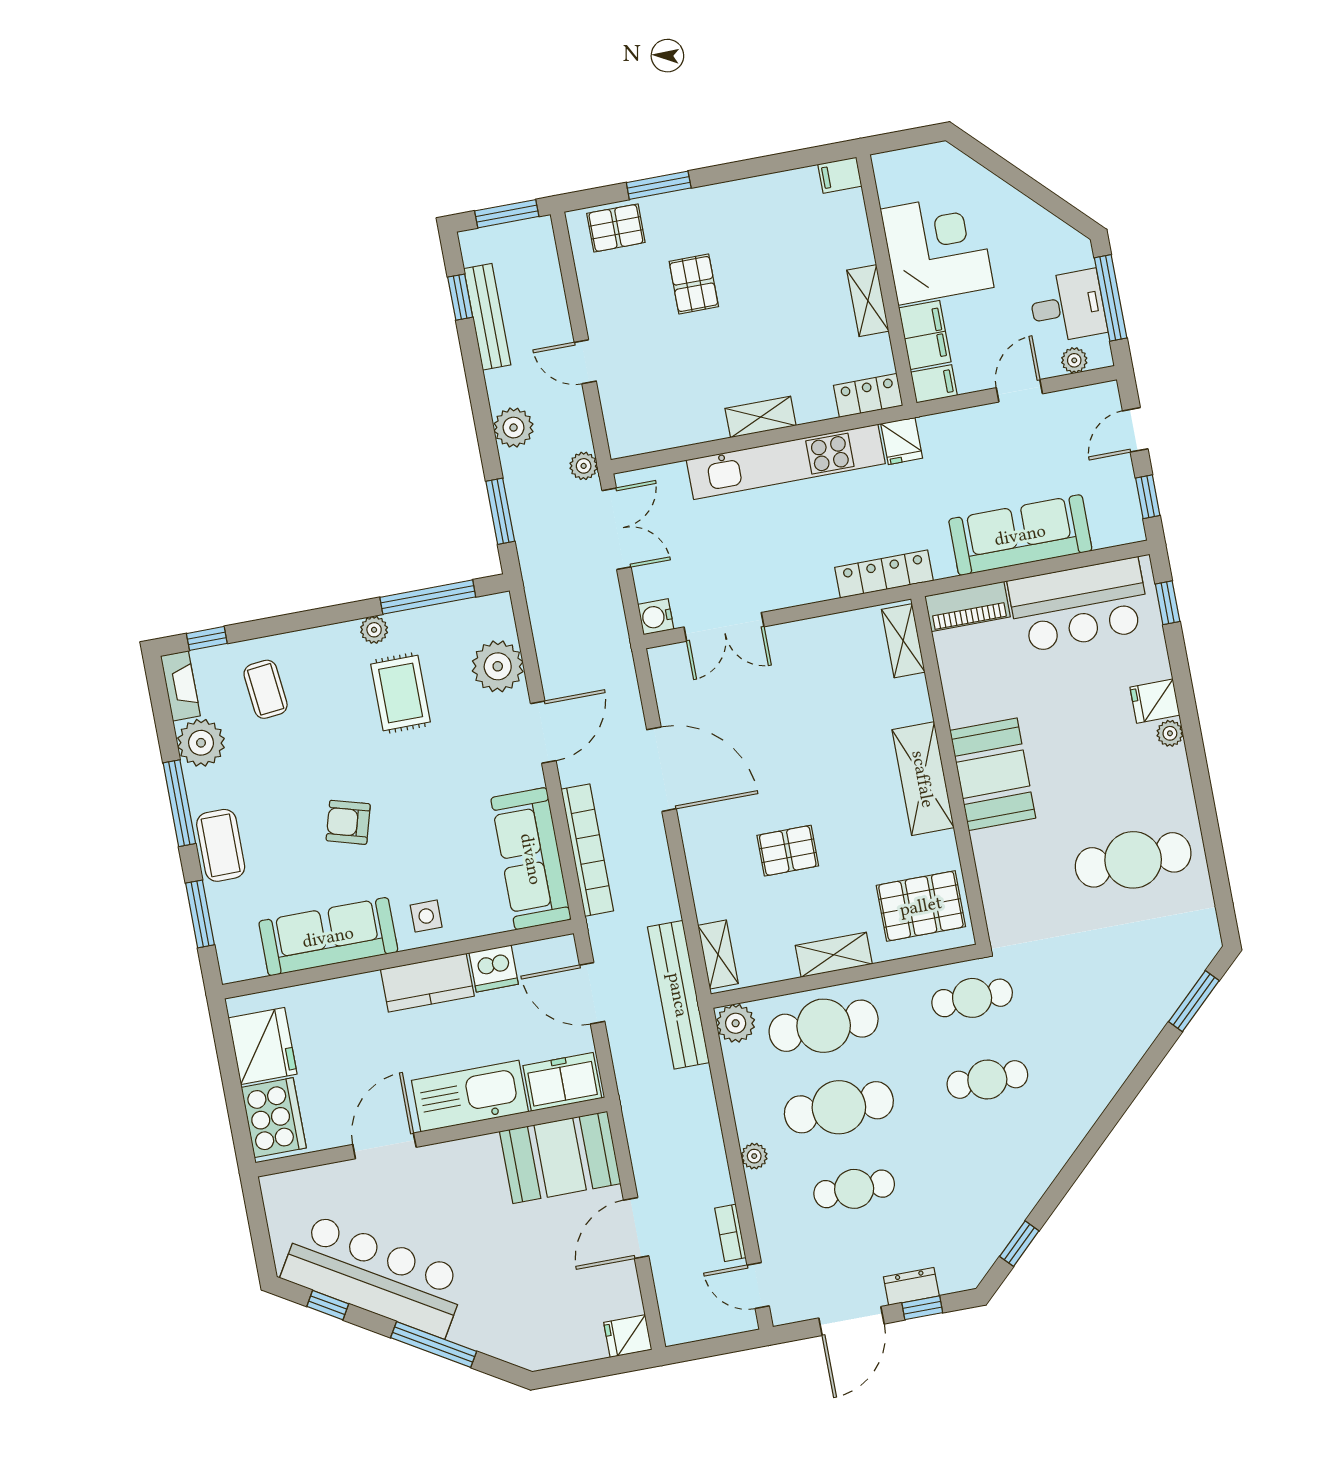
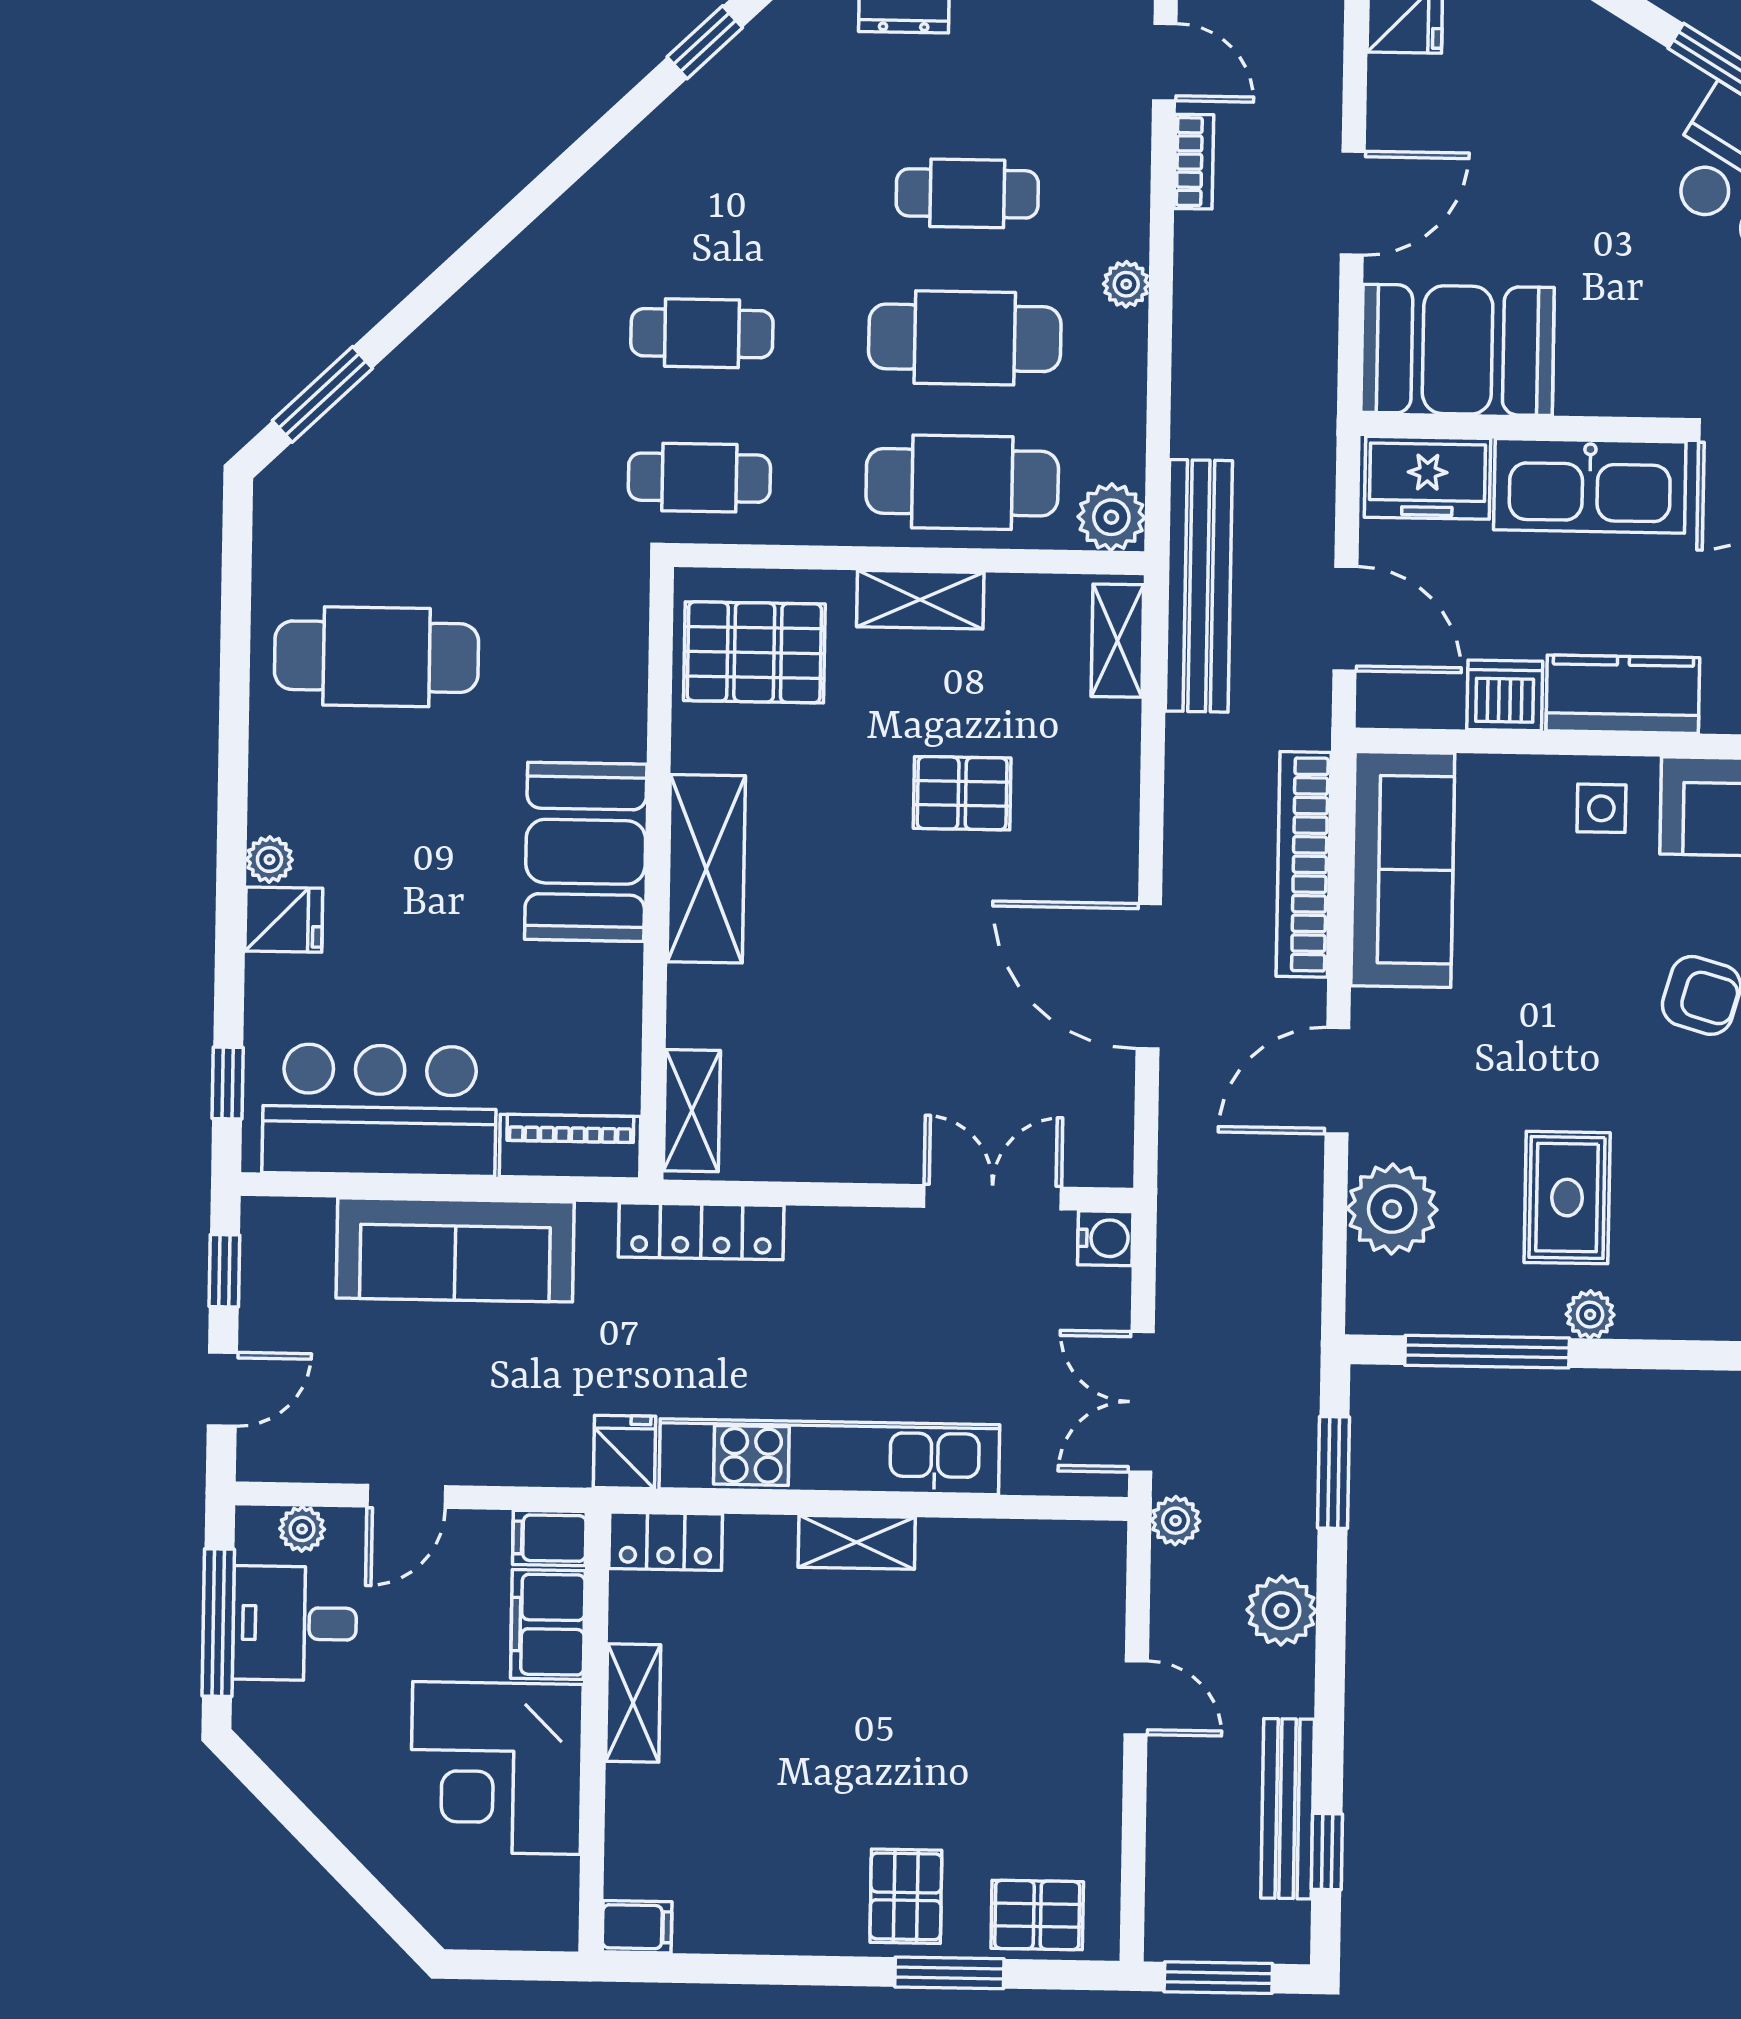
pallet: (694, 284) -> (906, 1896), moved

